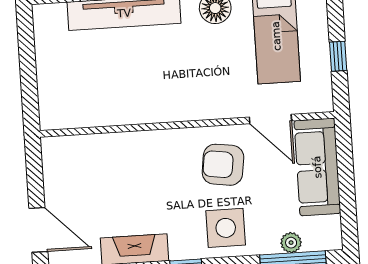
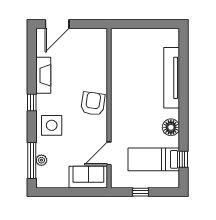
armchair: (223, 165) -> (93, 104), moved
sofa: (317, 167) -> (88, 177), width x0.73

